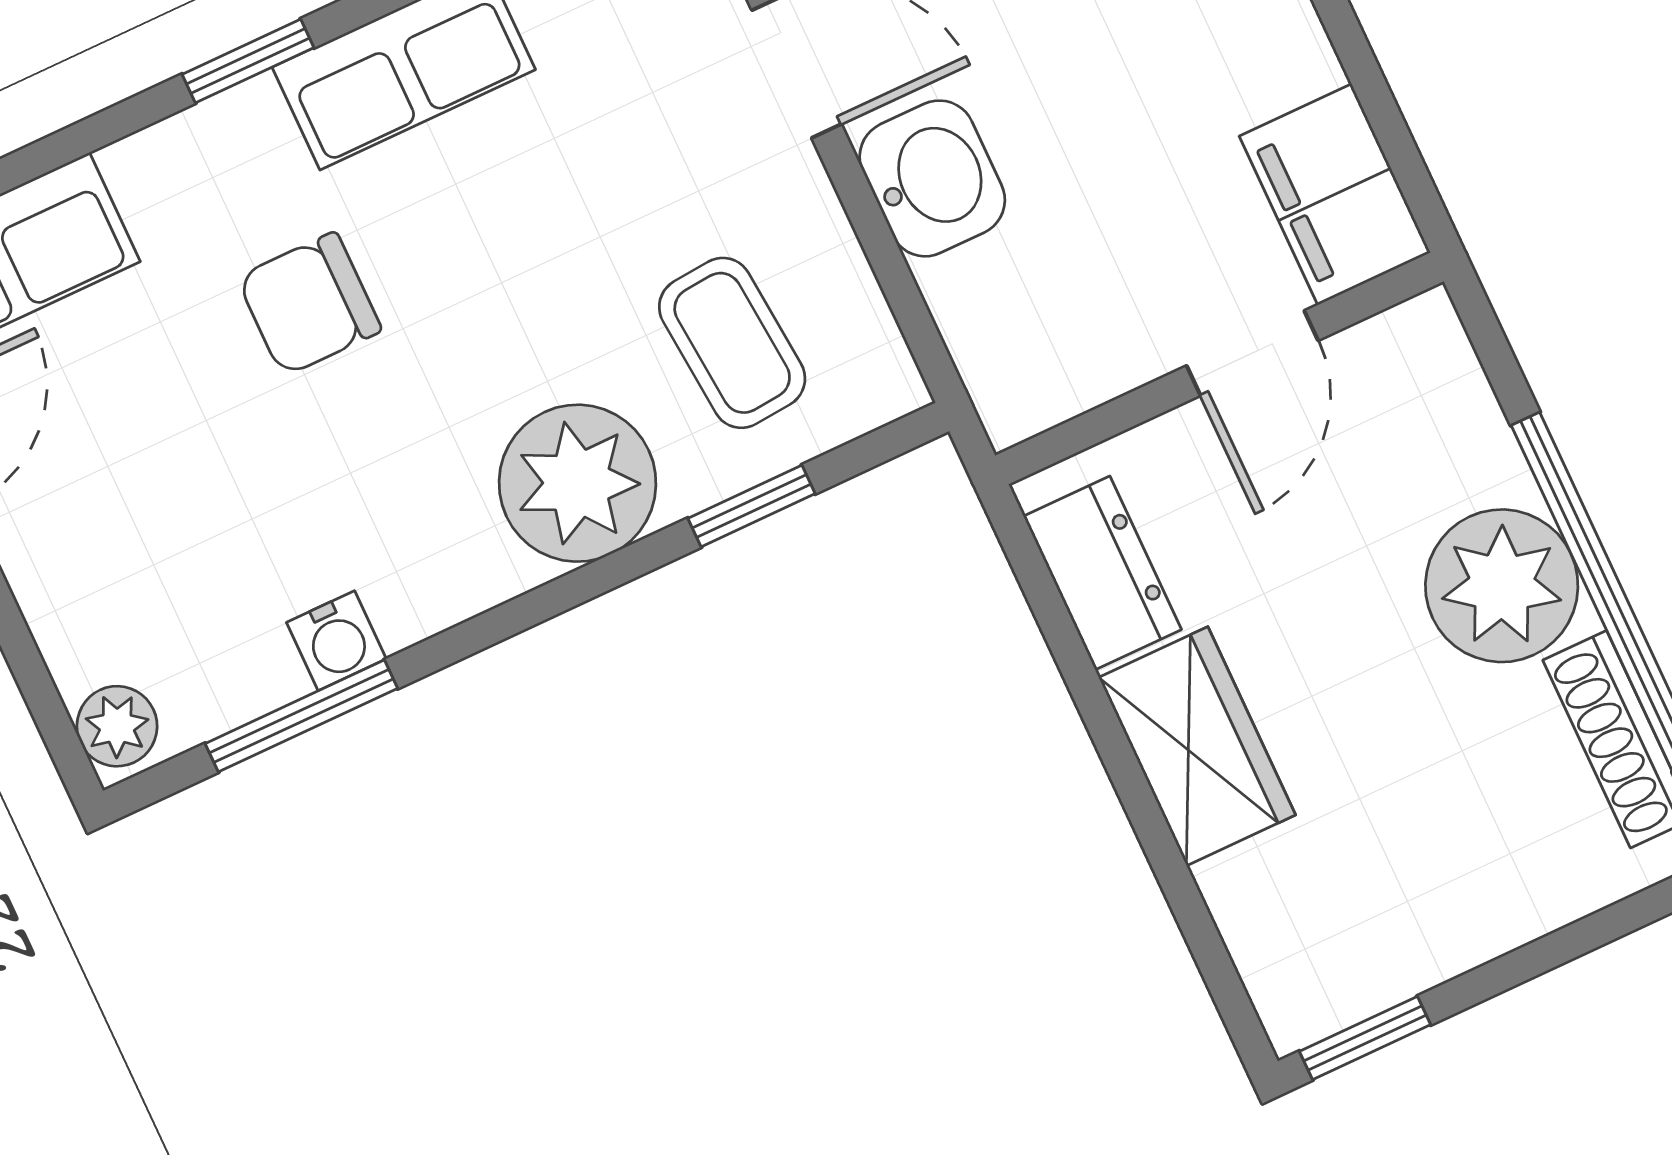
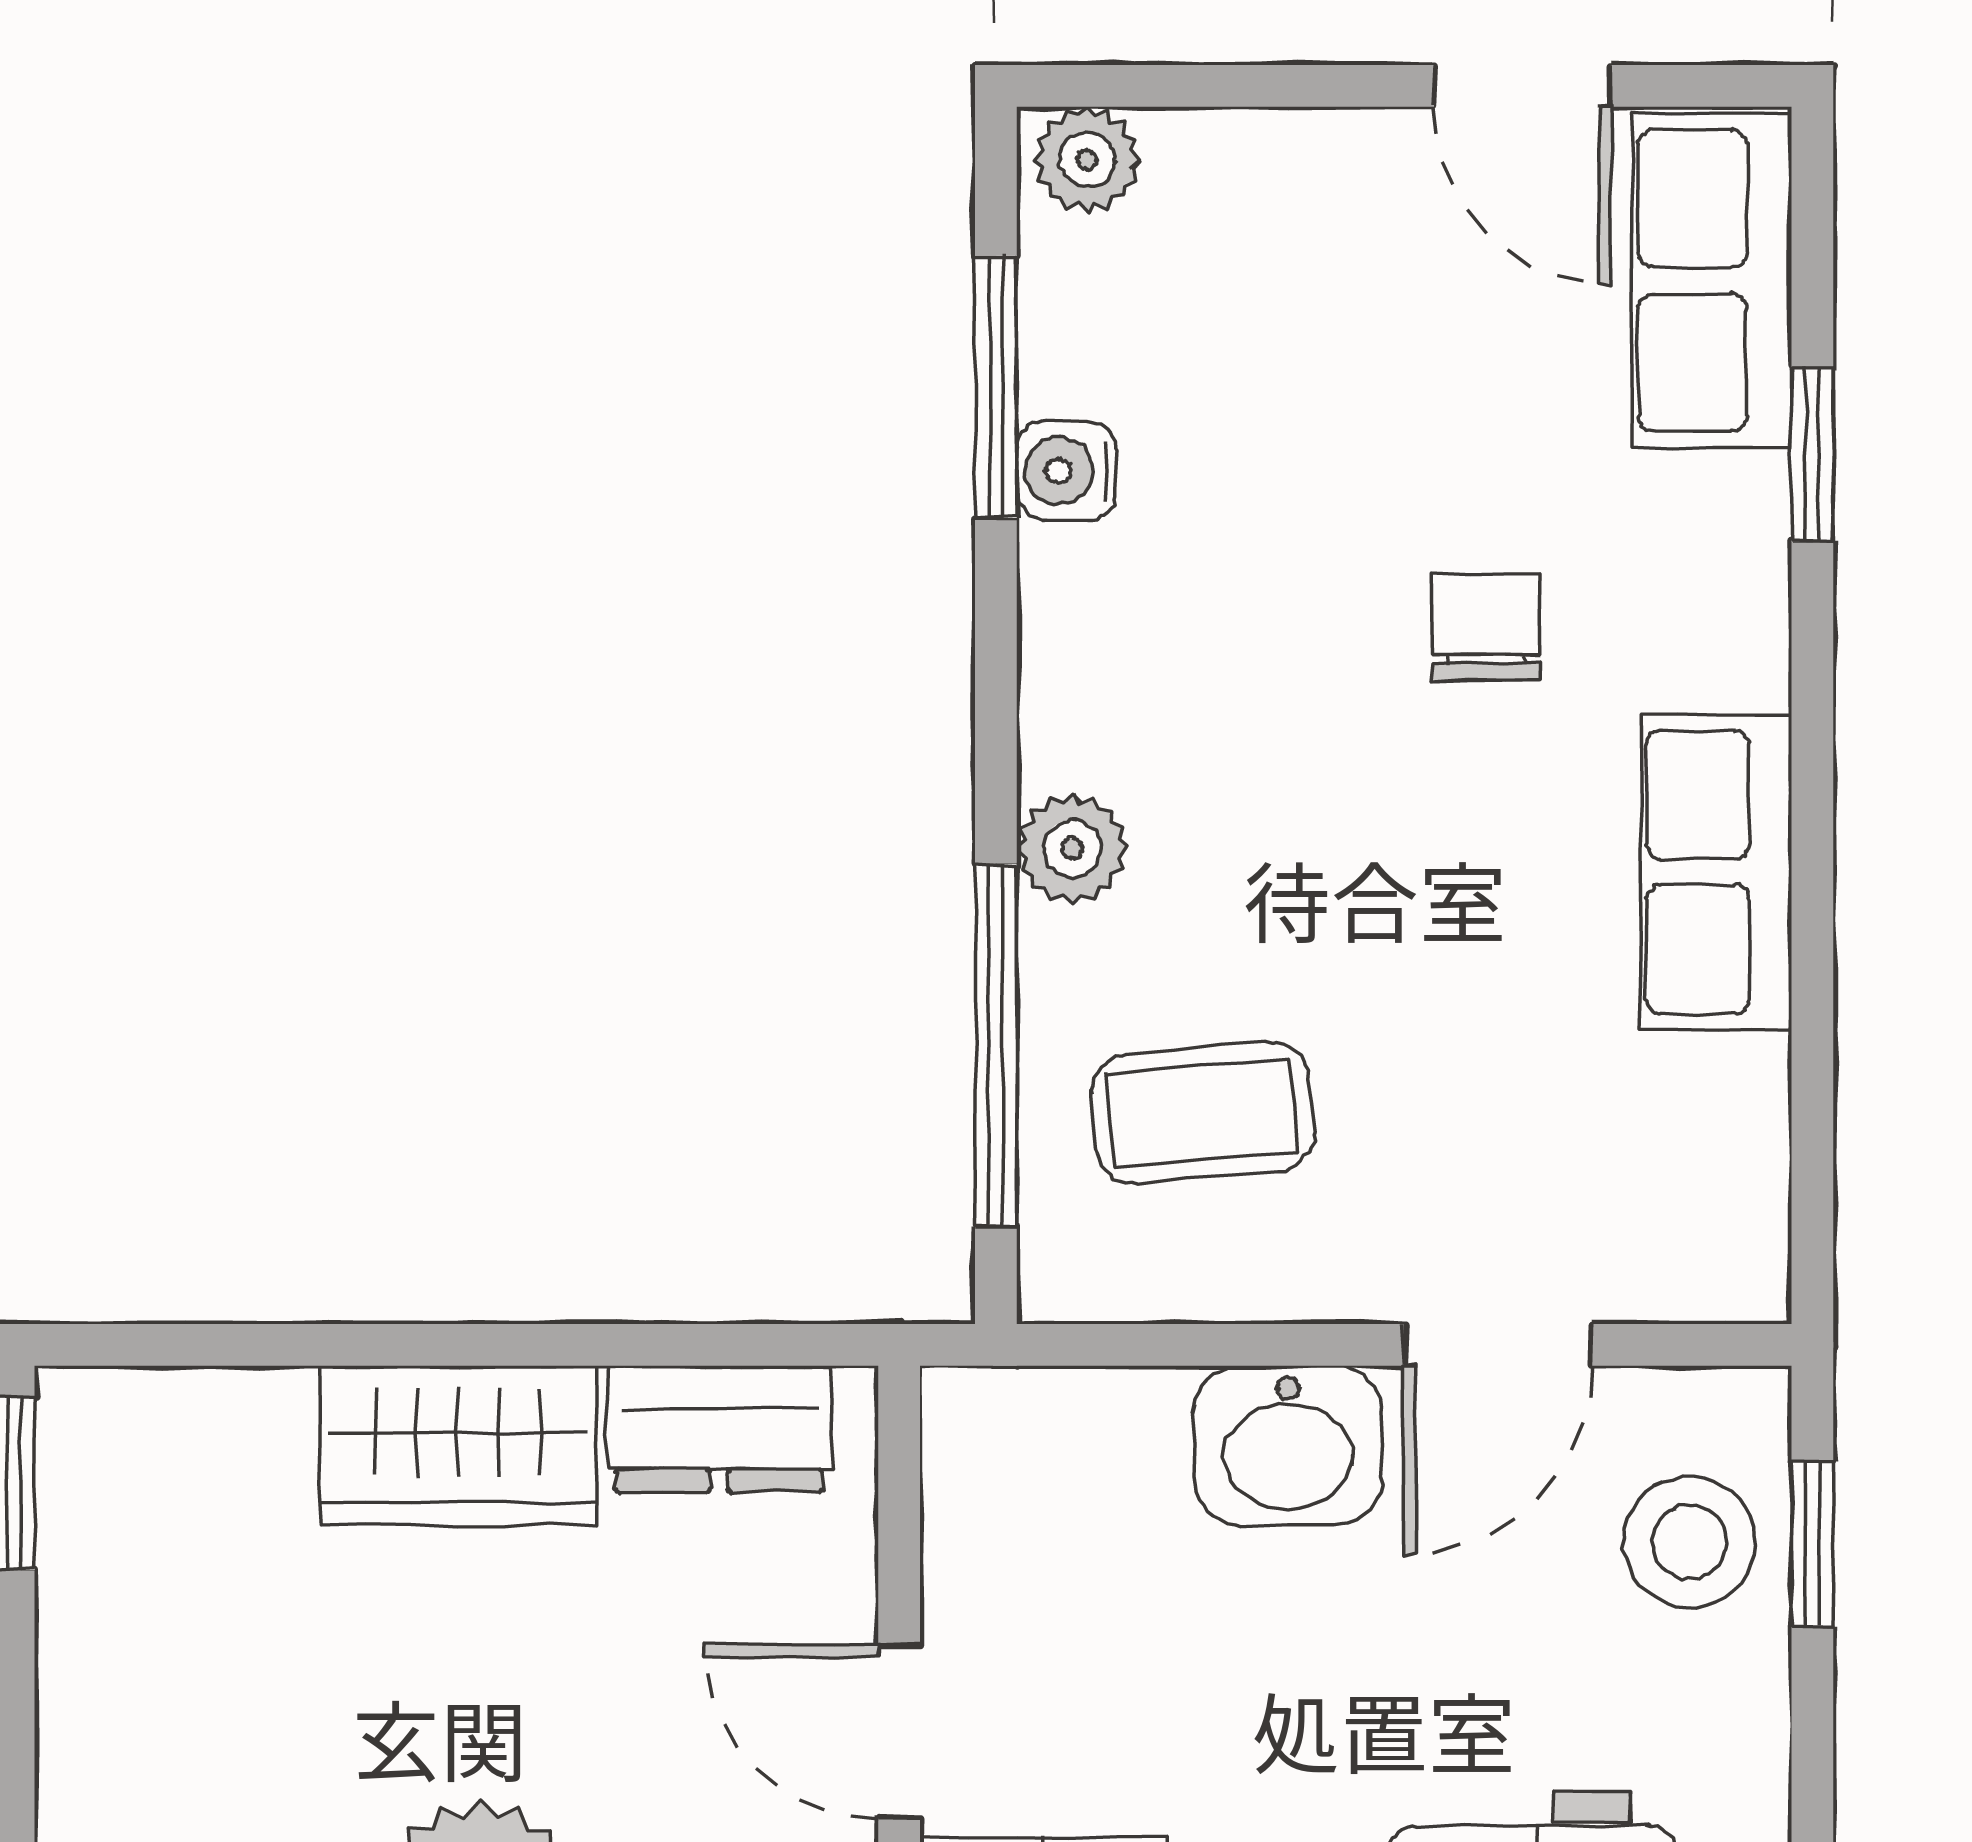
window: (248, 61) -> (1812, 455), moved
chair: (309, 304) -> (1486, 627), width x0.73, depth x0.73
plant: (578, 483) -> (1072, 849), width x0.53, depth x0.53
window: (752, 506) -> (996, 1045), width x2.17

